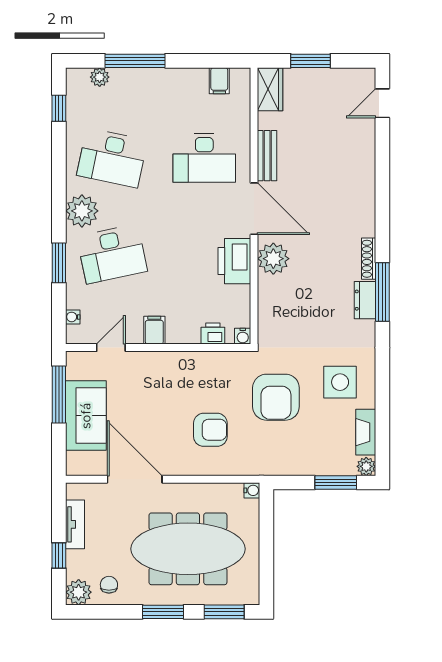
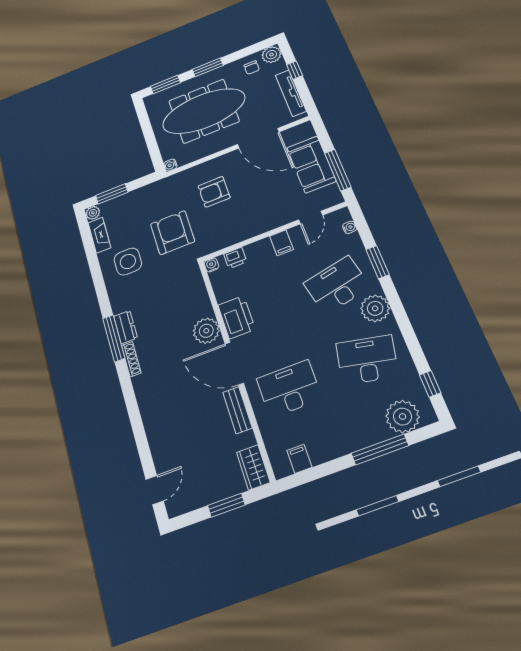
plant: (100, 77) -> (403, 417), width x1.88, depth x1.88
tv unit: (75, 524) -> (291, 93), width x1.41

